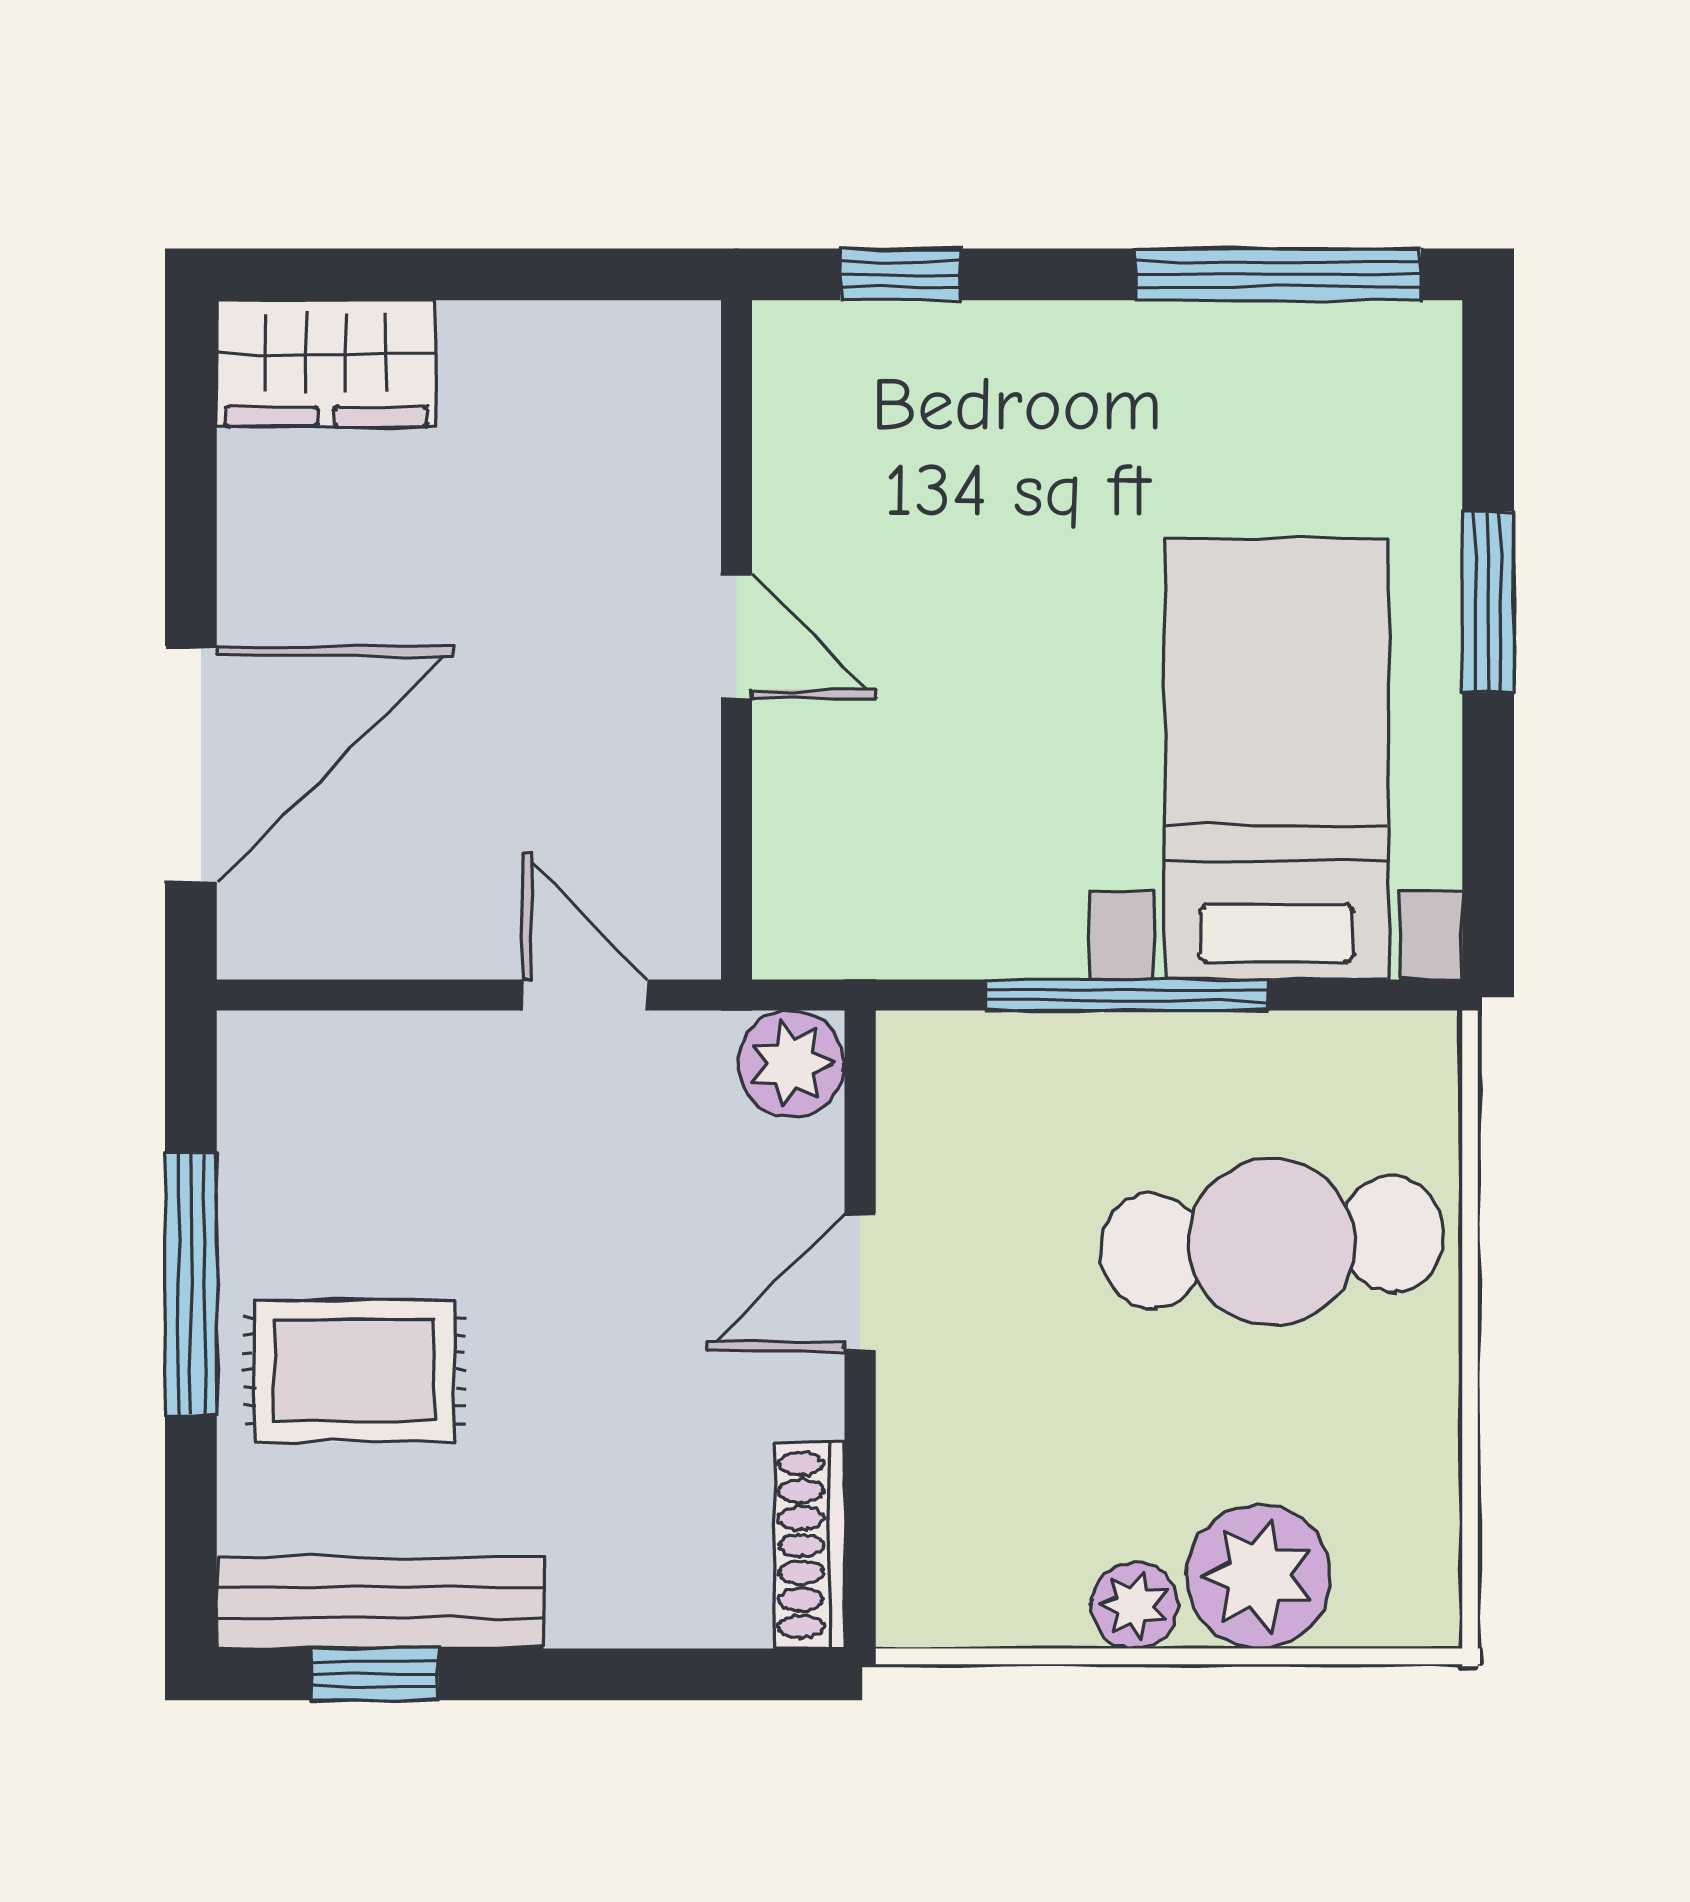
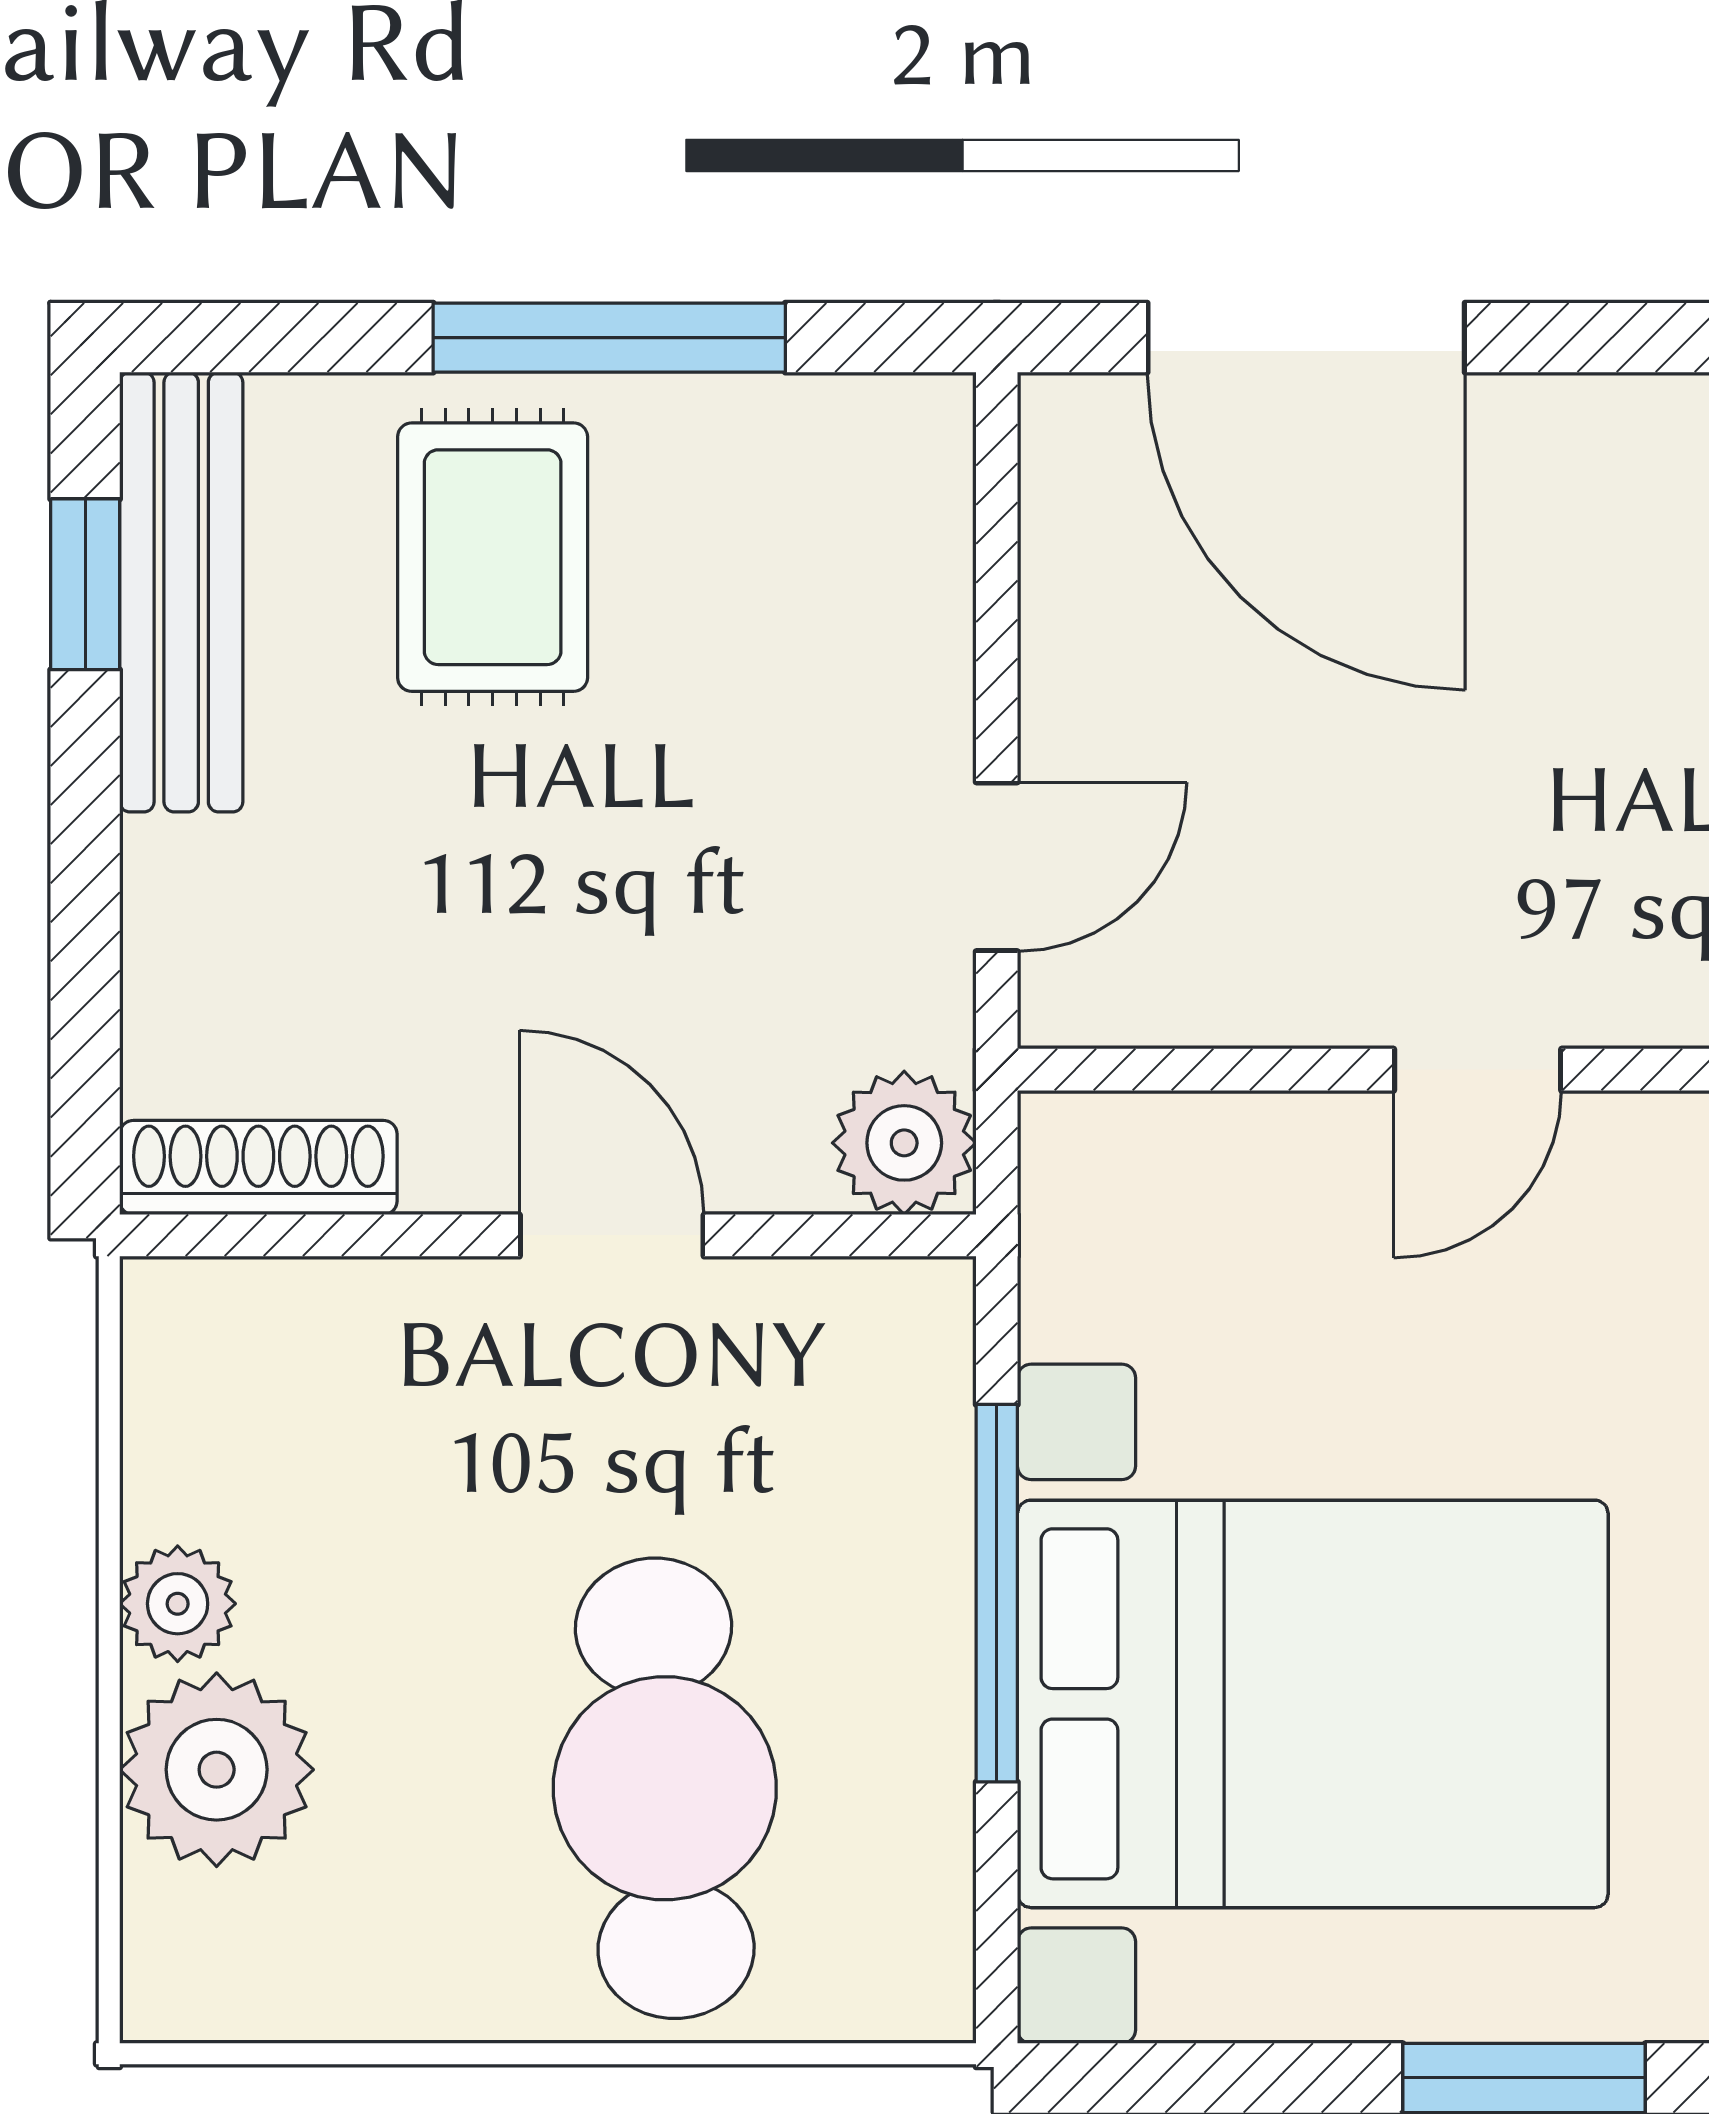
bed with nightstands: (1276, 759) -> (1313, 1704), width x1.36

